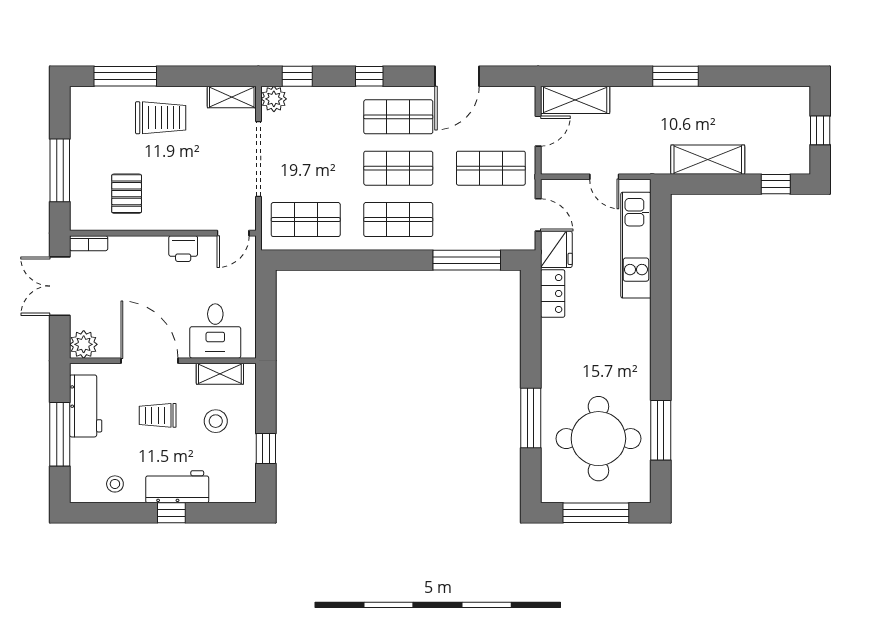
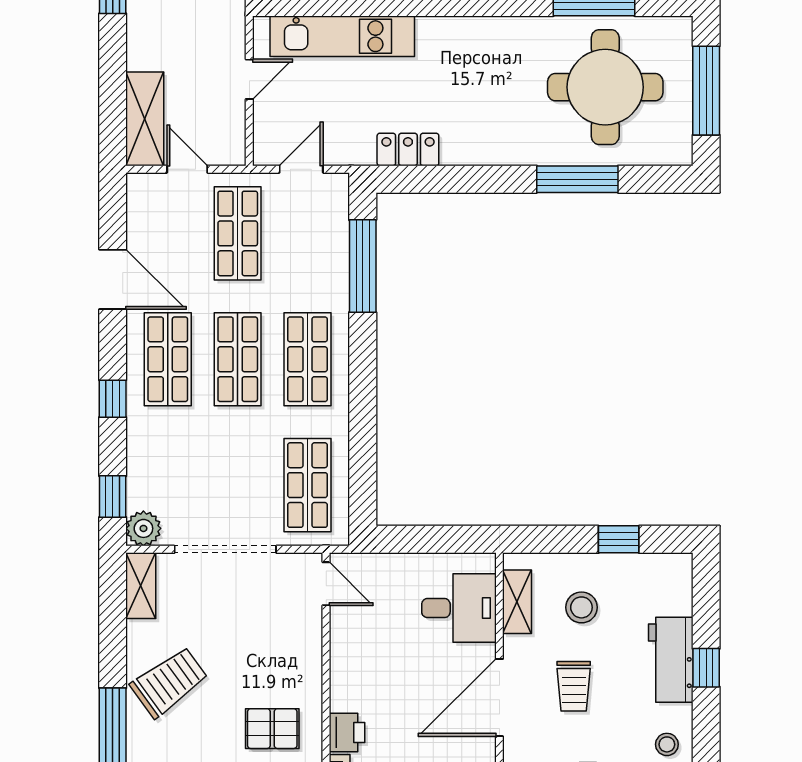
trolley: (161, 118) -> (169, 682), turned 54
printer: (183, 249) -> (347, 732), moved
fridge: (556, 249) -> (348, 144), removed

